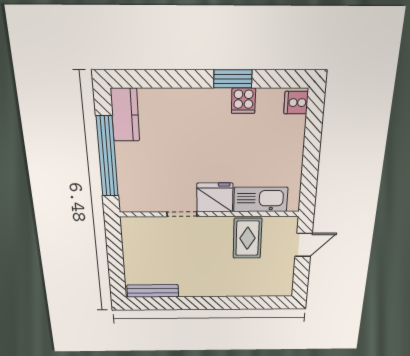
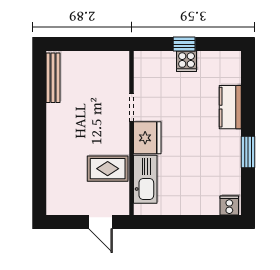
cooker: (243, 101) -> (187, 61), moved, turned -90
kitchen counter: (125, 115) -> (230, 107), moved, turned 90
window: (107, 157) -> (184, 44), width x0.32

